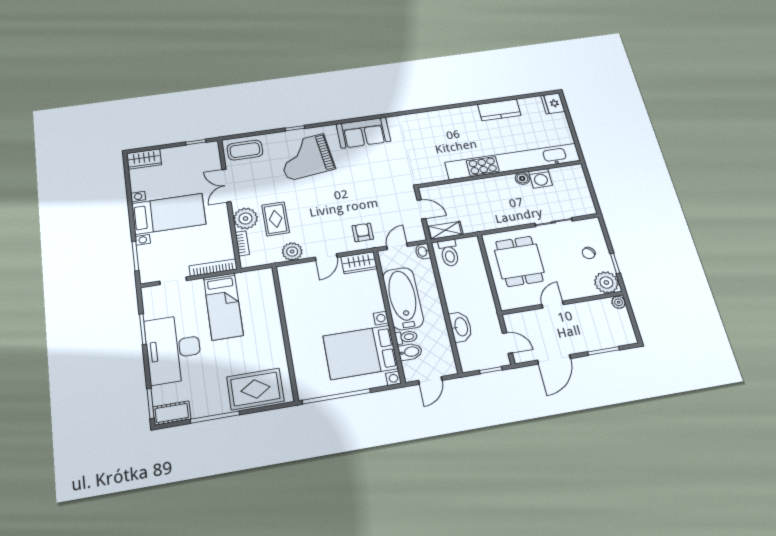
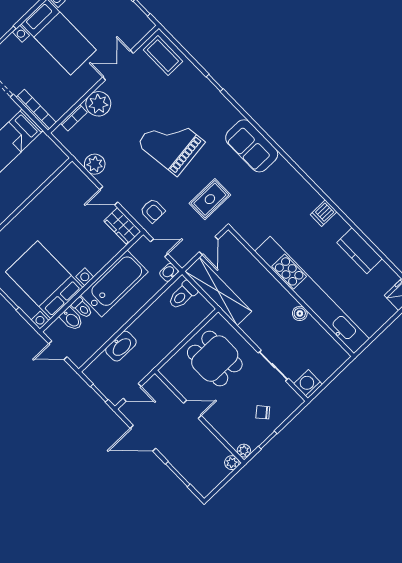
dishwasher: (453, 116) -> (324, 213), added
grand piano: (306, 157) -> (171, 143), moved
washing machine: (541, 178) -> (308, 384), moved, turned 90
rug: (276, 219) -> (210, 199), moved
shelving: (445, 230) -> (218, 291), width x2.20, depth x1.33
armchair: (363, 232) -> (153, 211), turned 90
dining table: (519, 261) -> (215, 359), turned 90
plant: (606, 283) -> (244, 451), width x0.53, depth x0.53
door: (507, 343) -> (132, 392), hinge flipped

